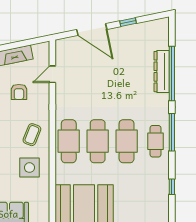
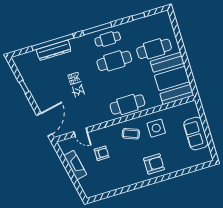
door: (92, 30) -> (44, 125), moved
cafe table: (98, 141) -> (154, 49), moved

